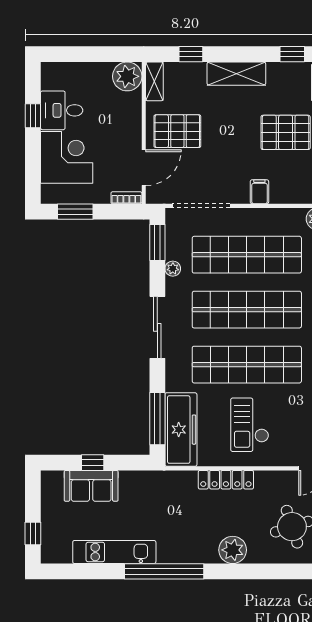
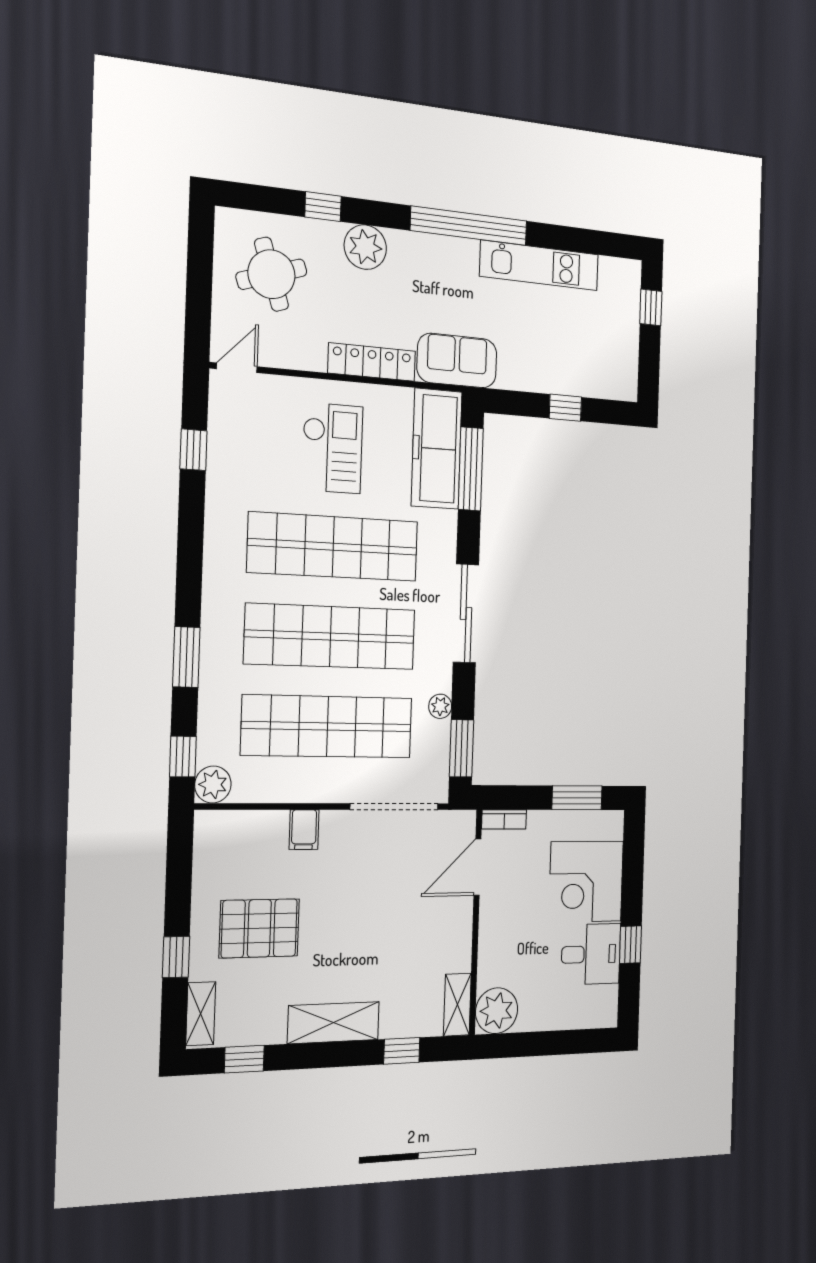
pallet: (177, 131) -> (426, 926), removed
sofa: (91, 486) -> (457, 361), moved
window: (261, 571) -> (323, 207), added

